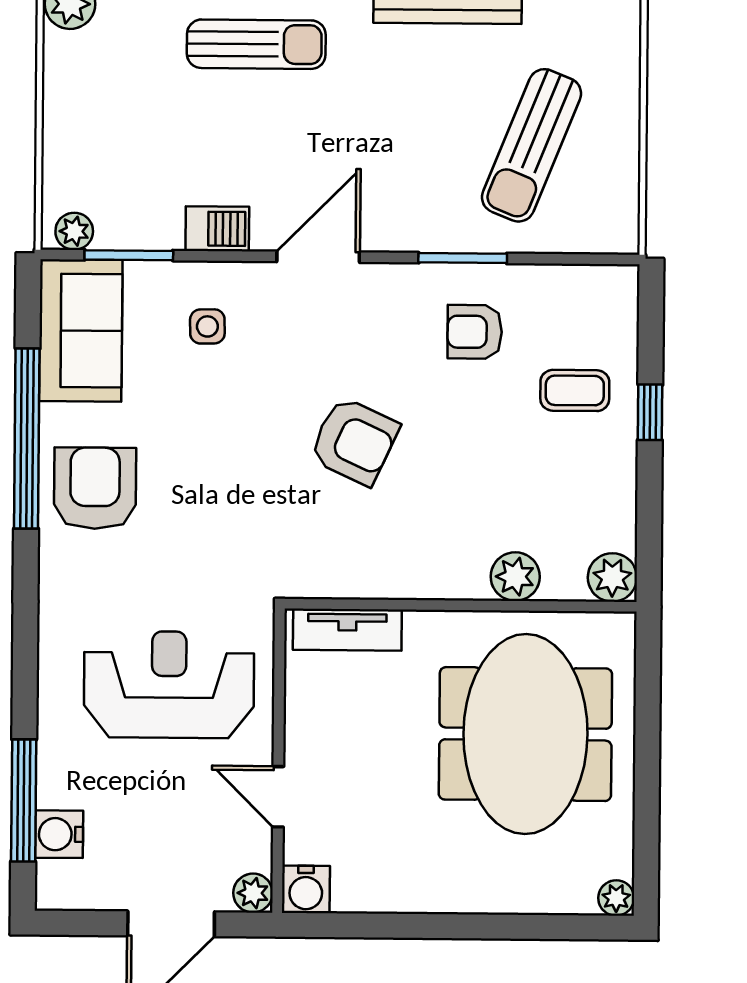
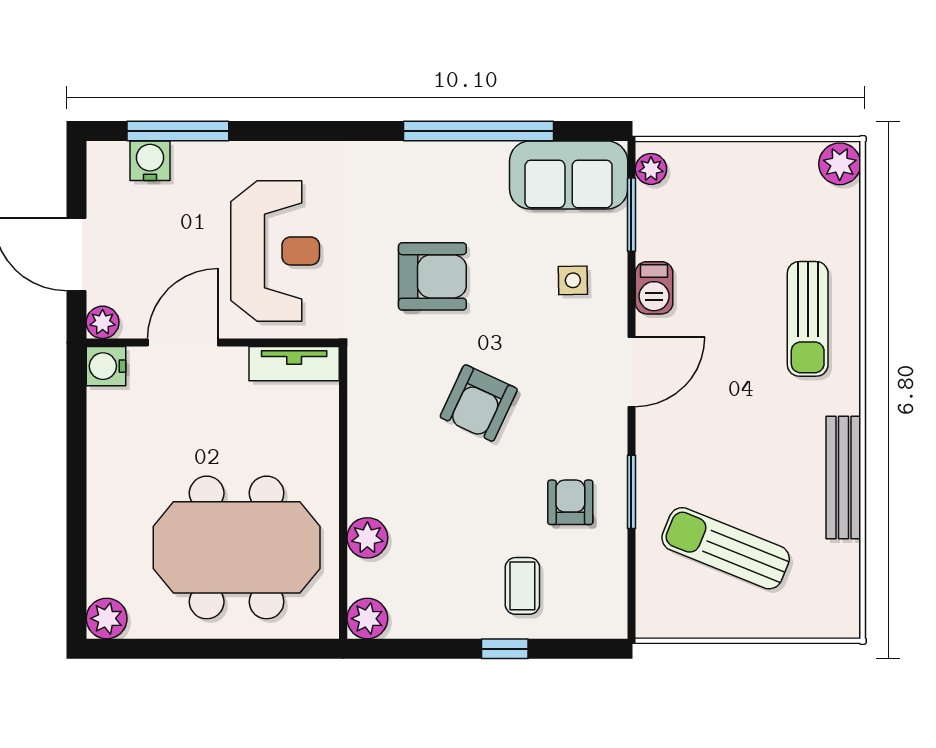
door: (318, 257) -> (631, 372), hinge flipped
armchair: (95, 488) -> (432, 276), moved
tv unit: (347, 630) -> (294, 364), moved, turned -90
door: (278, 797) -> (183, 342), width x1.38
plant: (616, 898) -> (107, 618), width x1.38, depth x1.38

